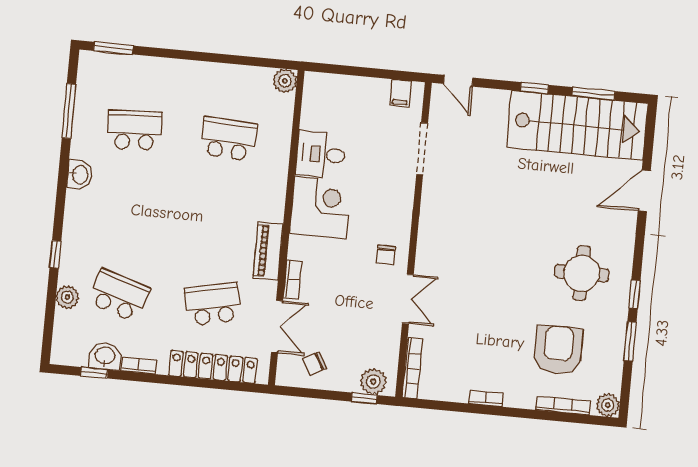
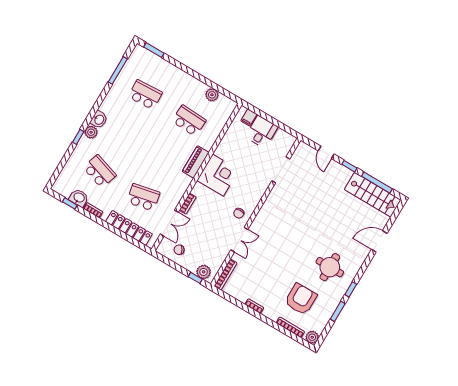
plant: (285, 81) -> (212, 95), moved
door: (458, 81) -> (326, 152), moved
filing cabinet: (401, 93) -> (249, 118), moved
window: (594, 94) -> (377, 183), width x1.44
stairs: (577, 125) -> (373, 195), width x0.73, depth x0.66
desk: (321, 154) -> (262, 132), moved, turned 90
washbasin: (80, 175) -> (99, 120), moved
piano: (268, 251) -> (196, 162), moved
plant: (67, 297) -> (91, 132), moved

